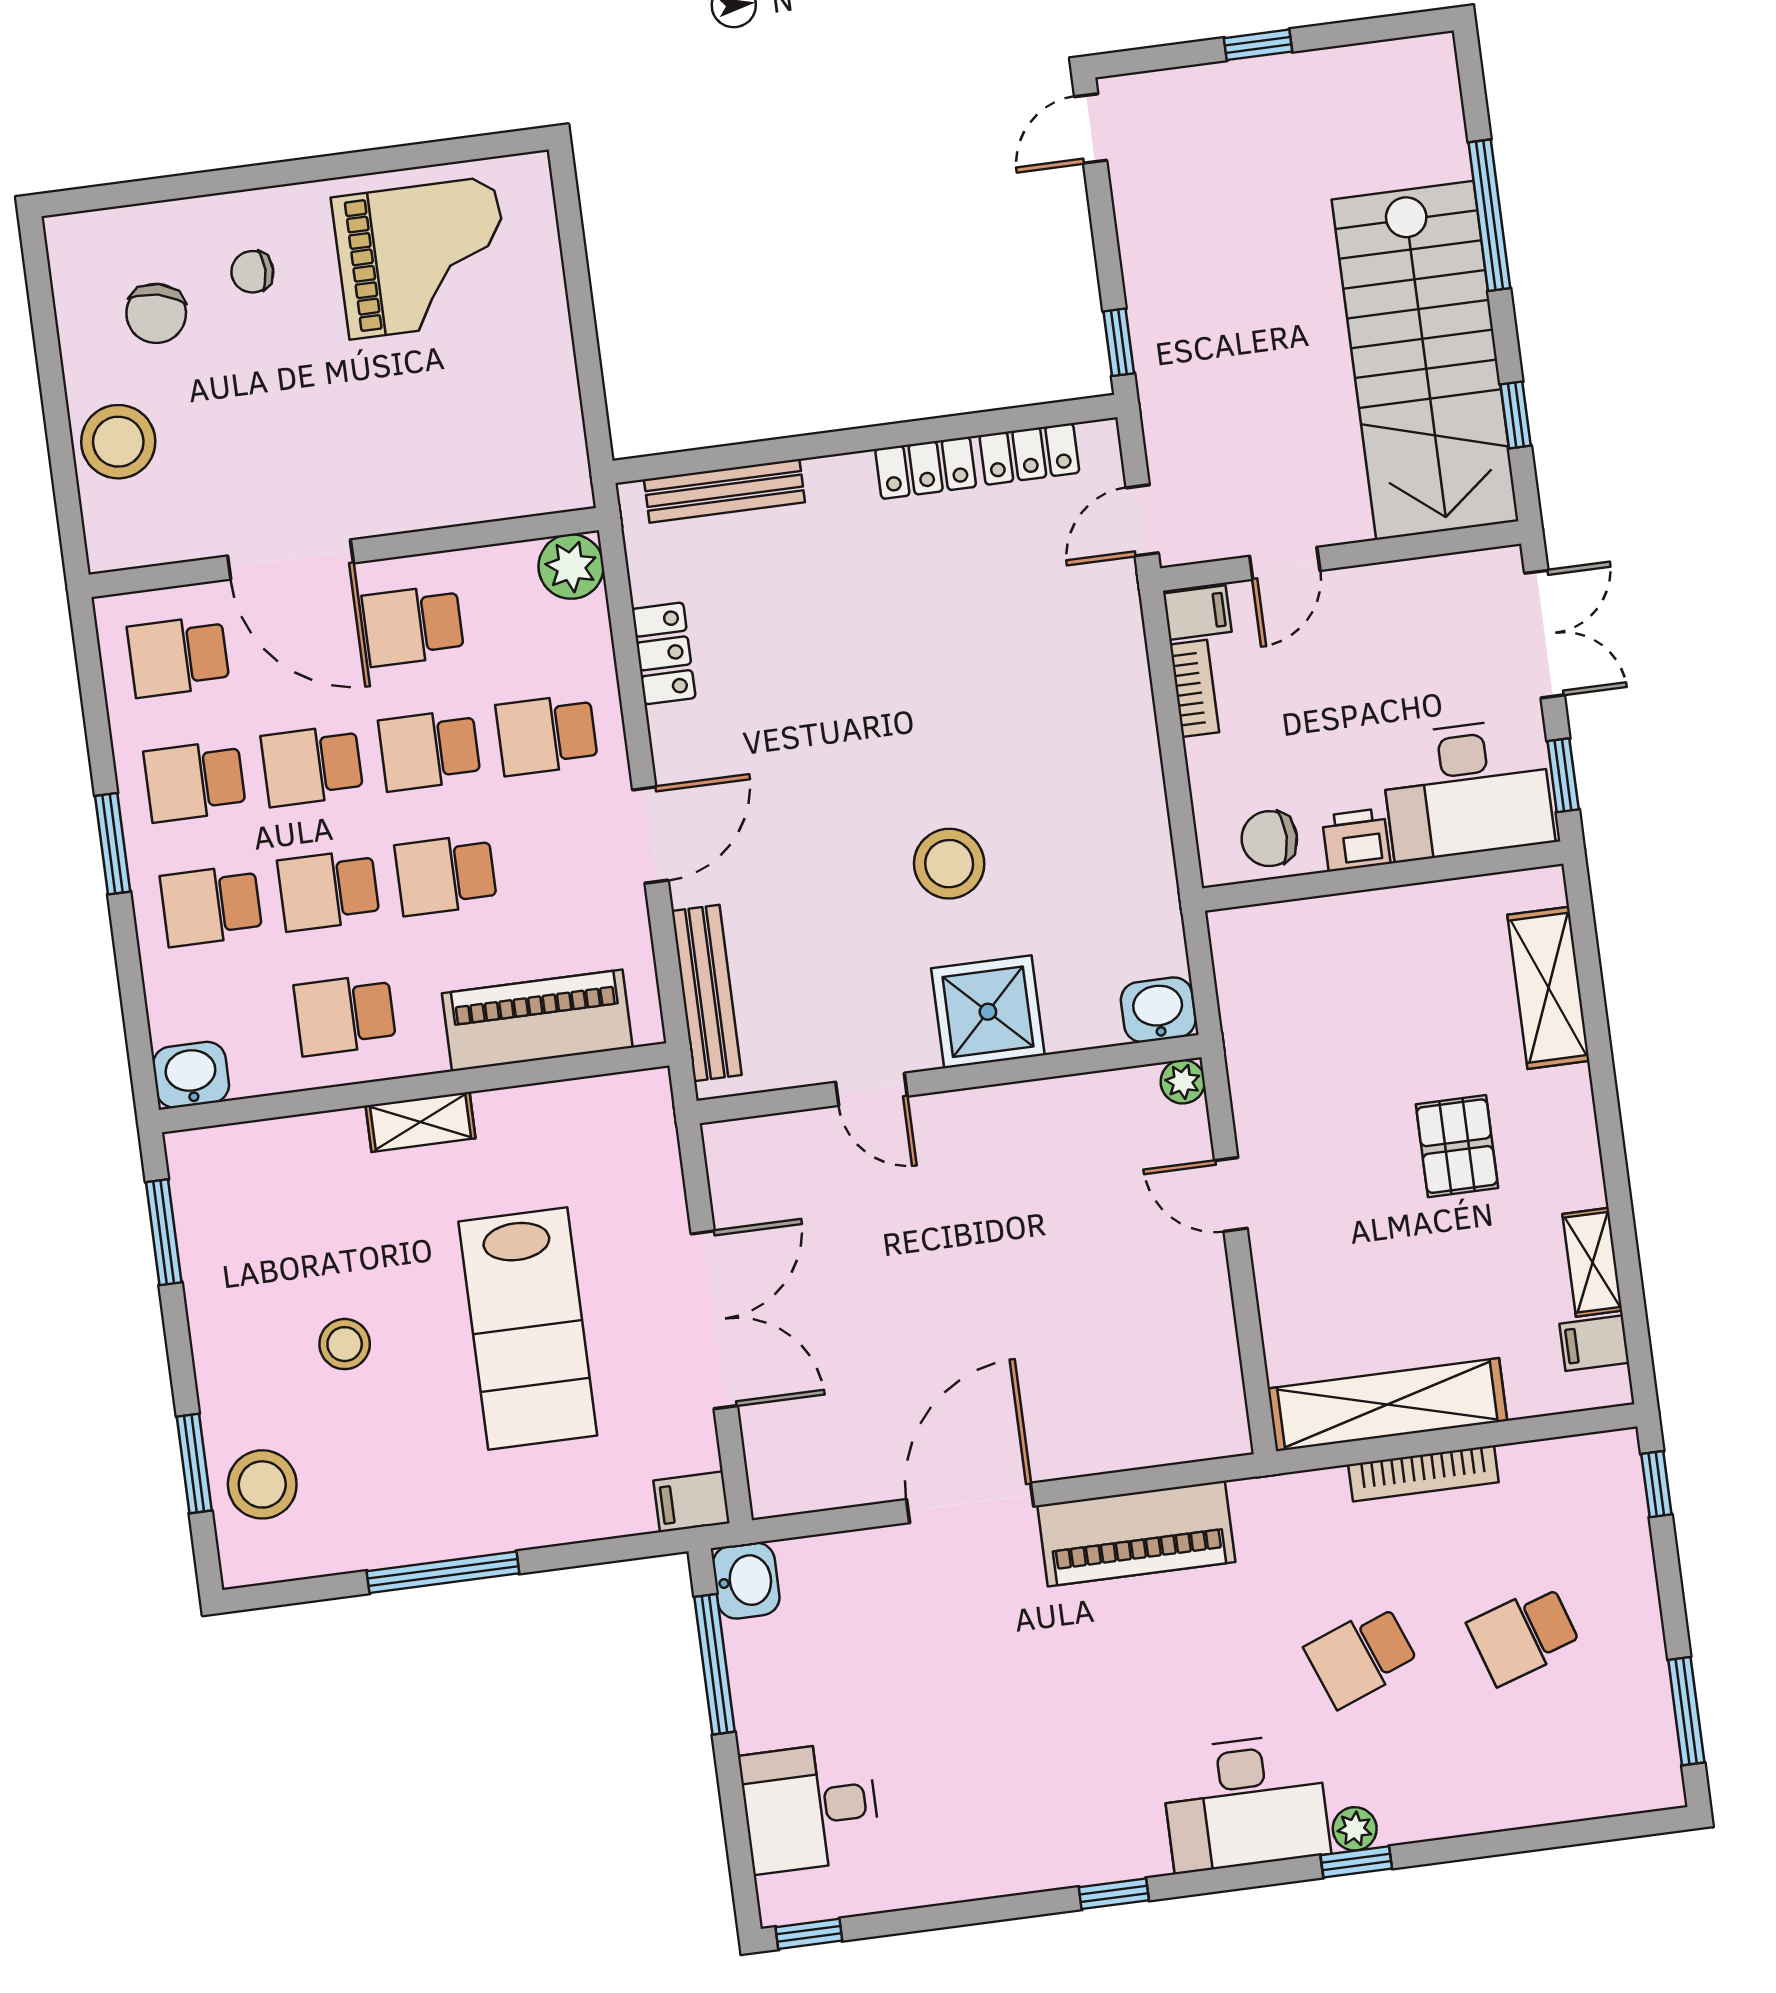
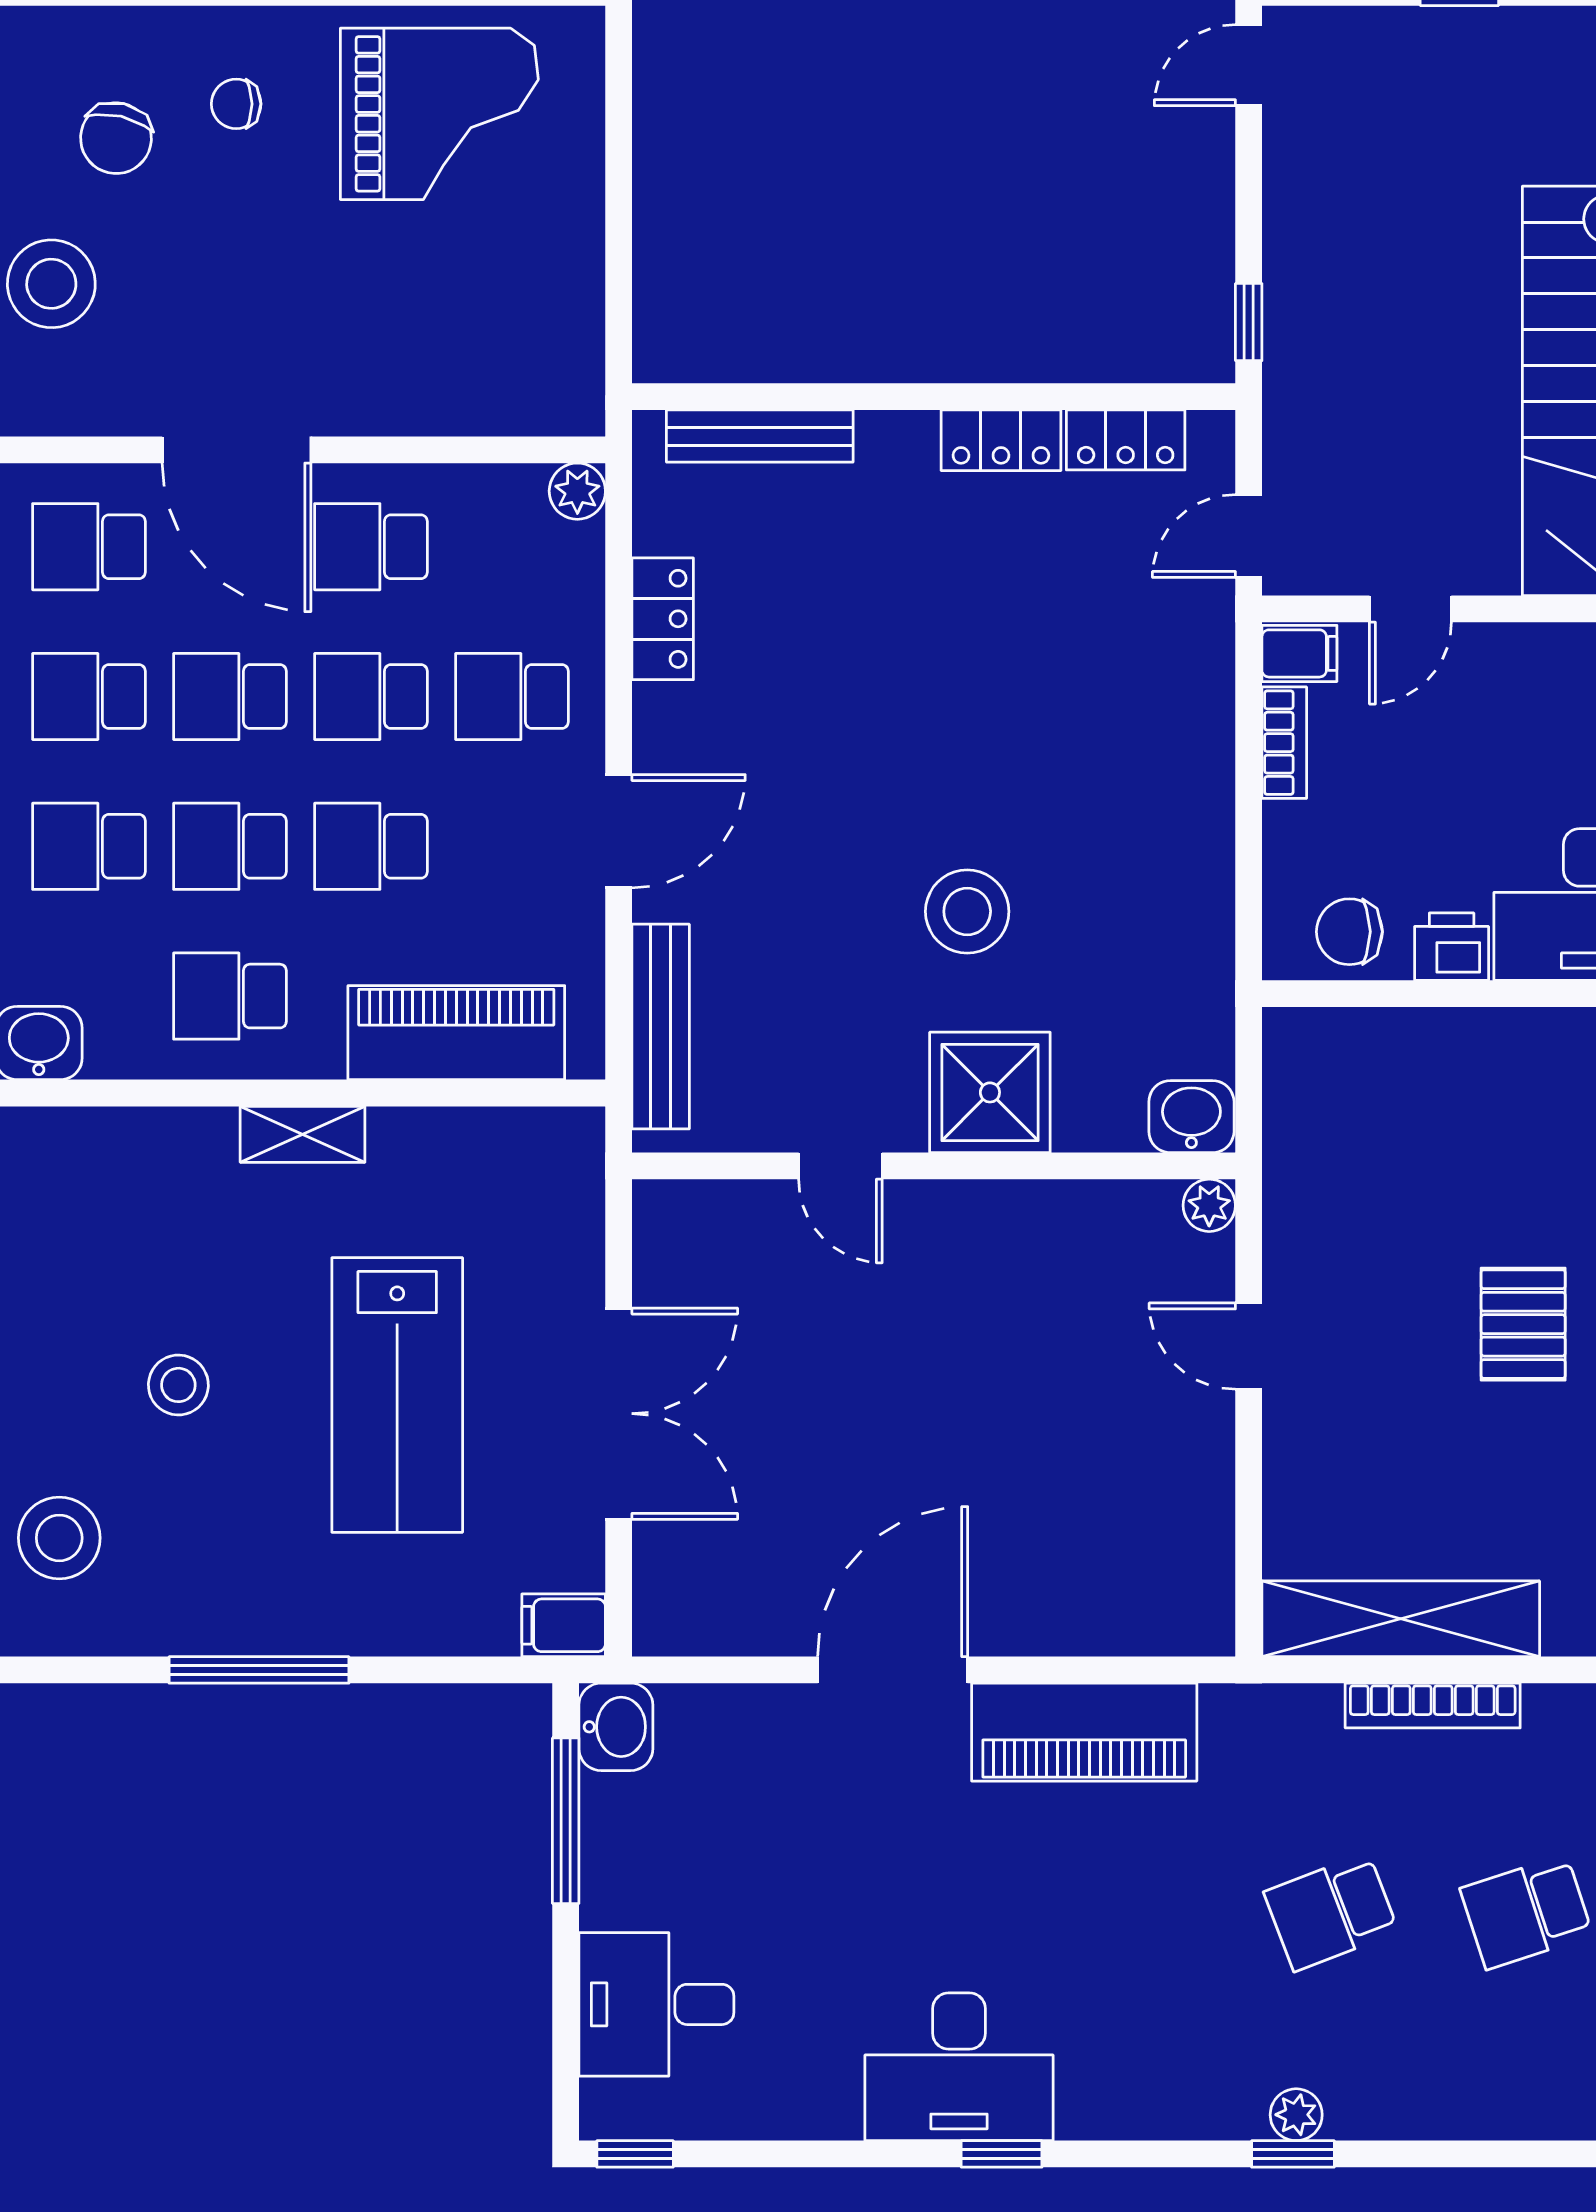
plant: (571, 567) -> (577, 491), width x0.73, depth x0.73
desk: (1245, 1803) -> (959, 2067), moved

